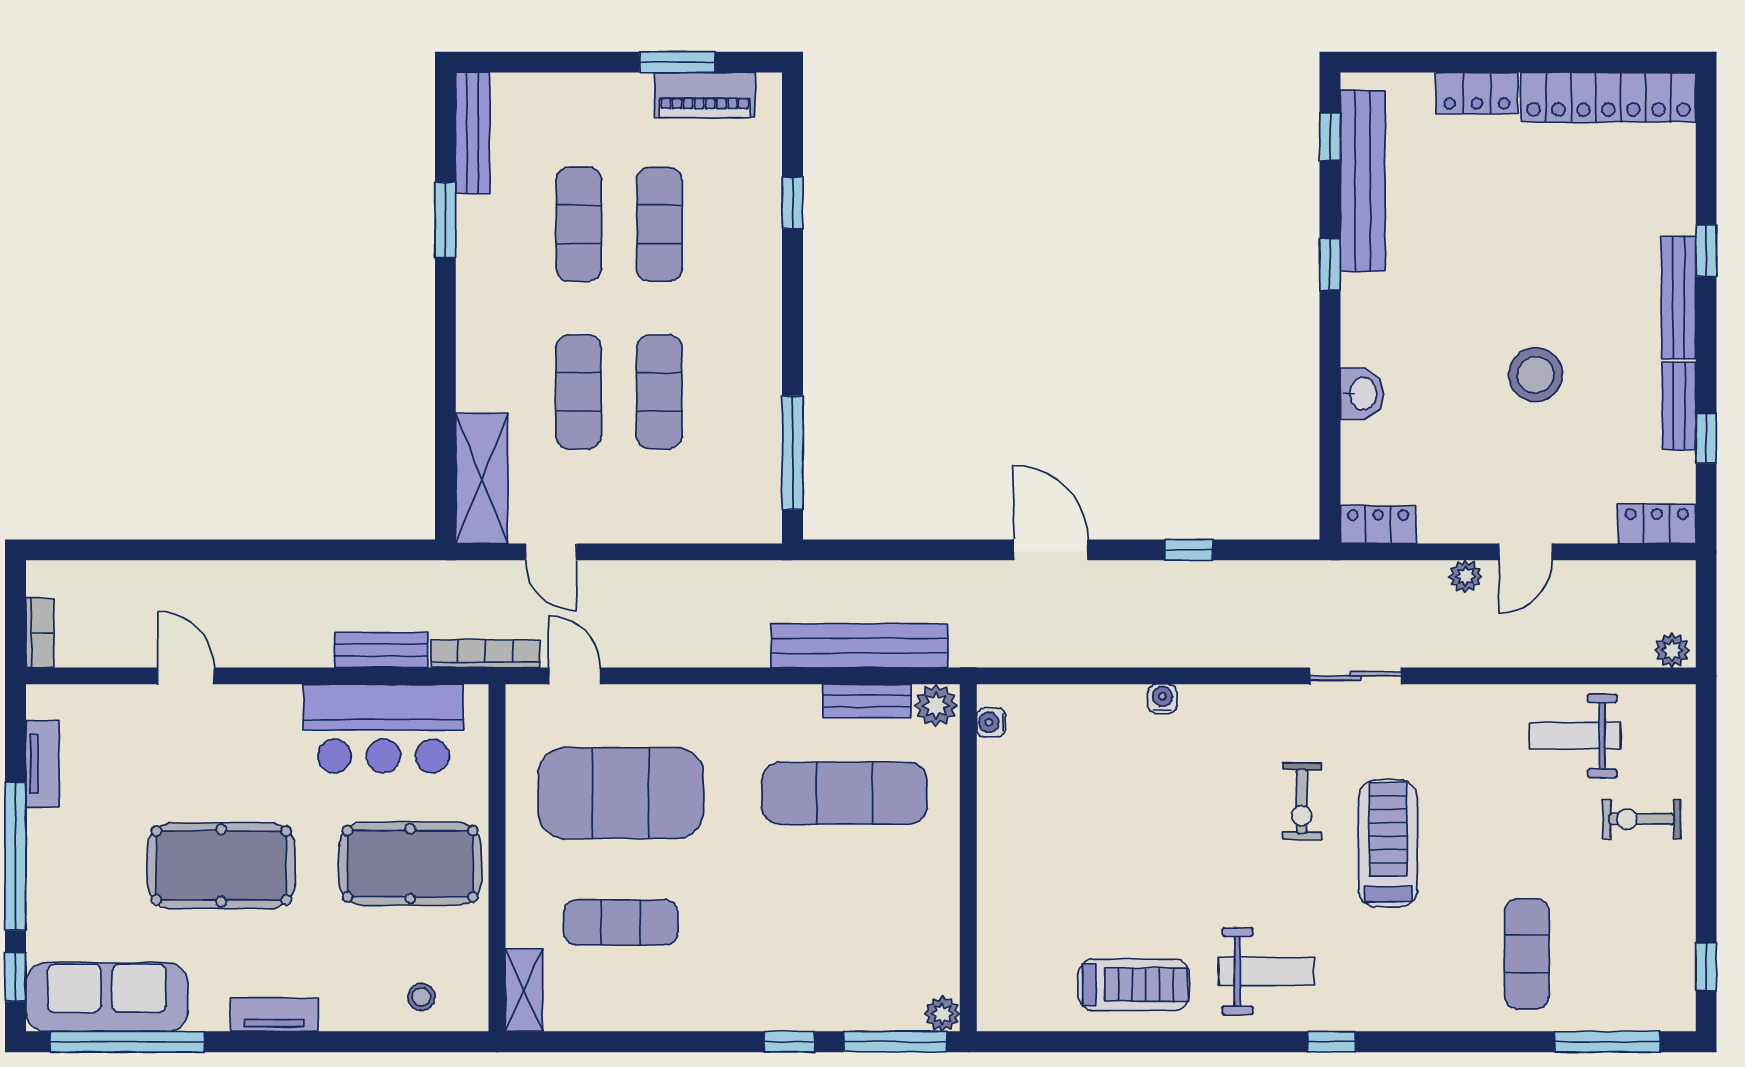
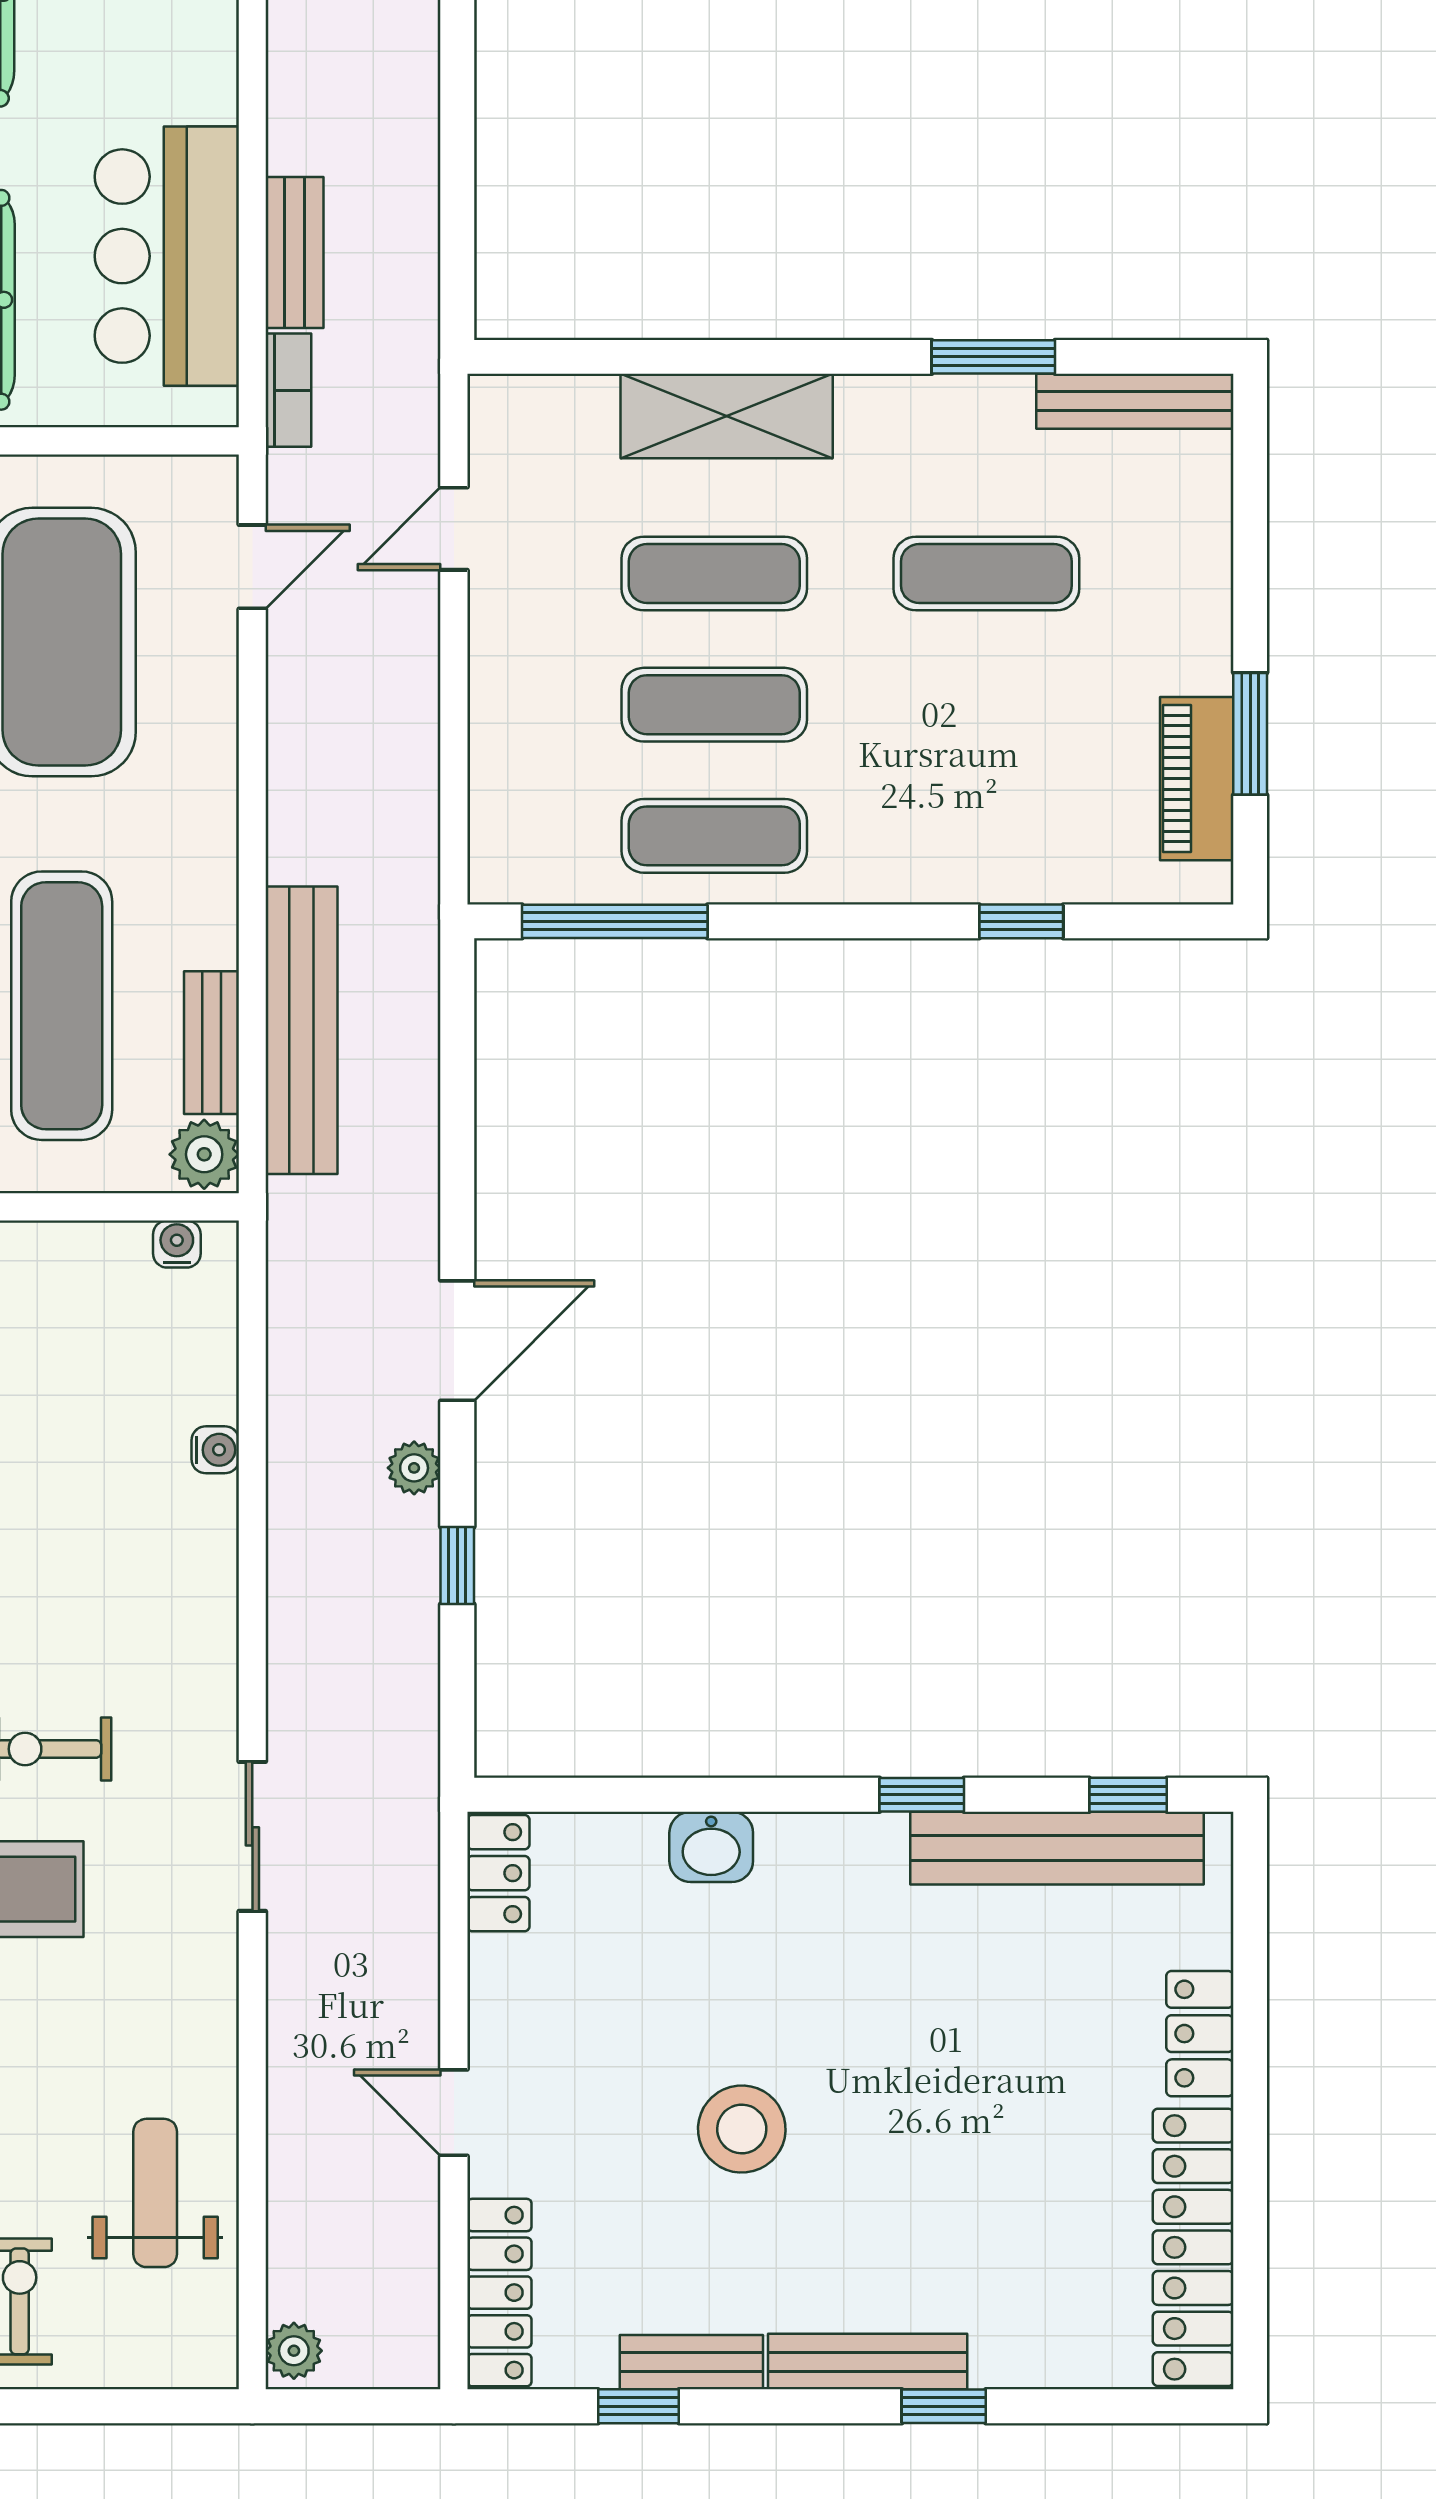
exercise mat: (659, 224) -> (714, 836), moved
shelving: (482, 478) -> (727, 416), moved
locker: (1657, 524) -> (499, 2293), width x1.53
plant: (1465, 576) -> (414, 1468), moved
bookcase: (485, 654) -> (288, 390), width x0.64
water cooler: (1162, 699) -> (215, 1450), moved

